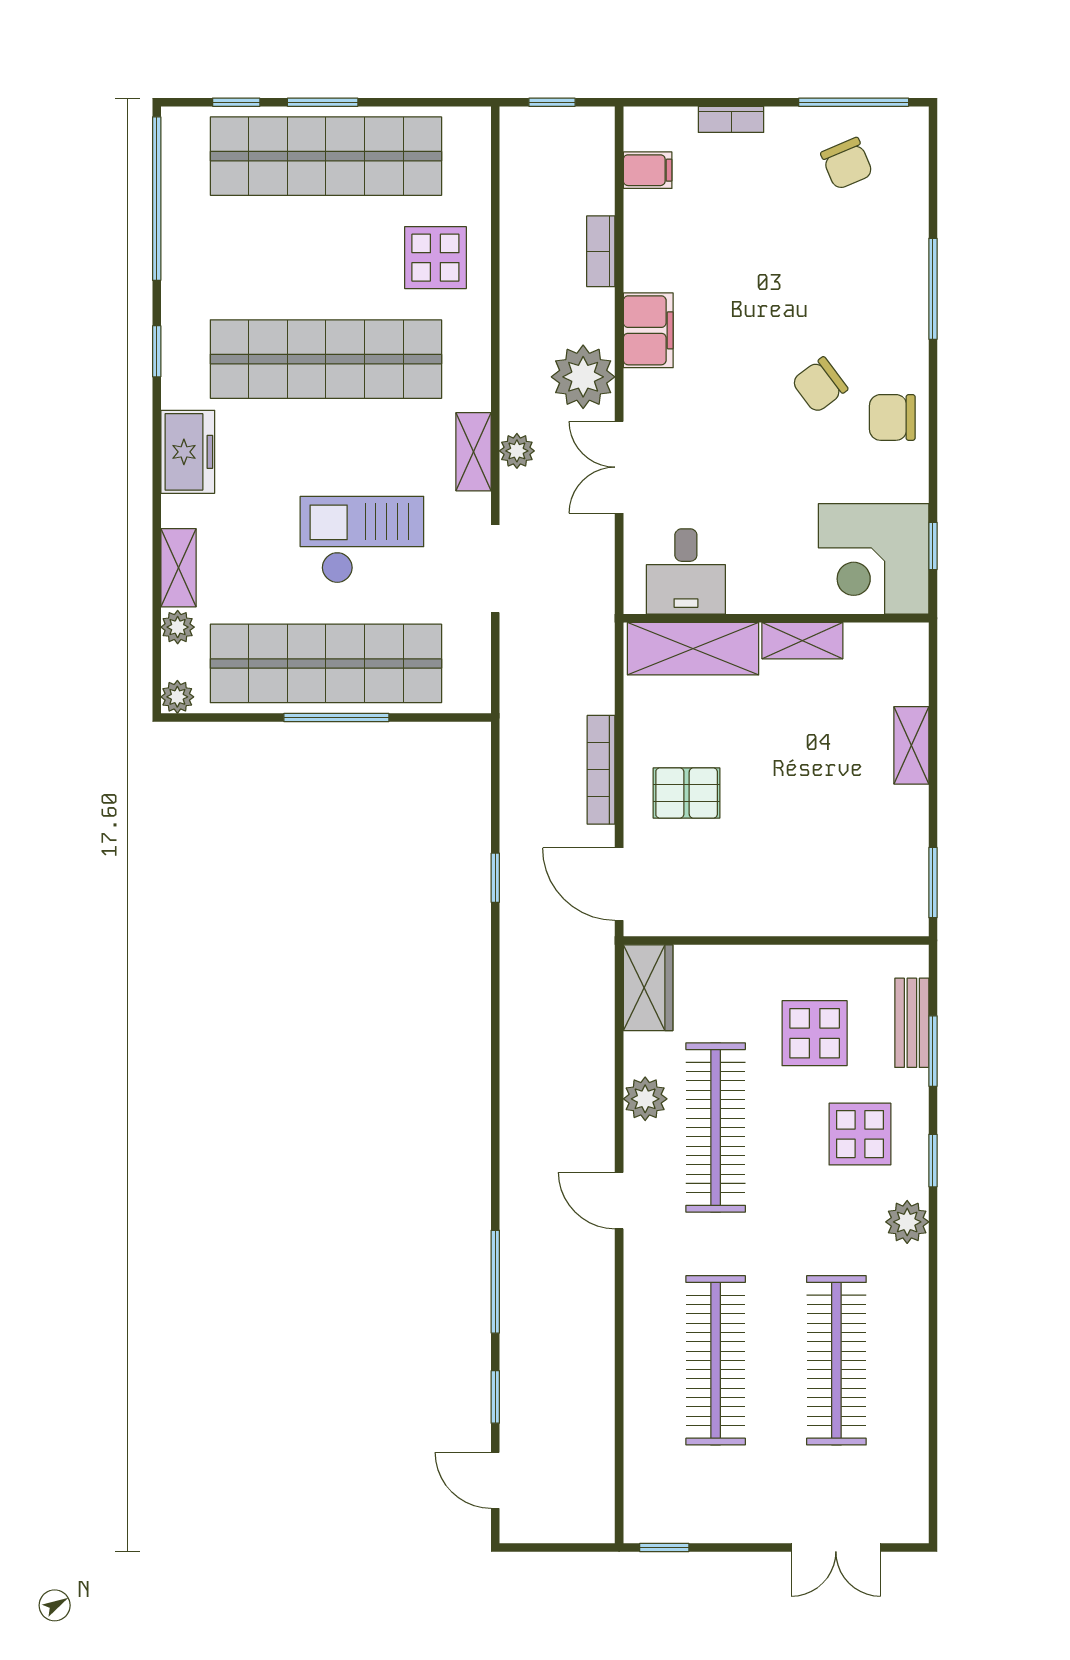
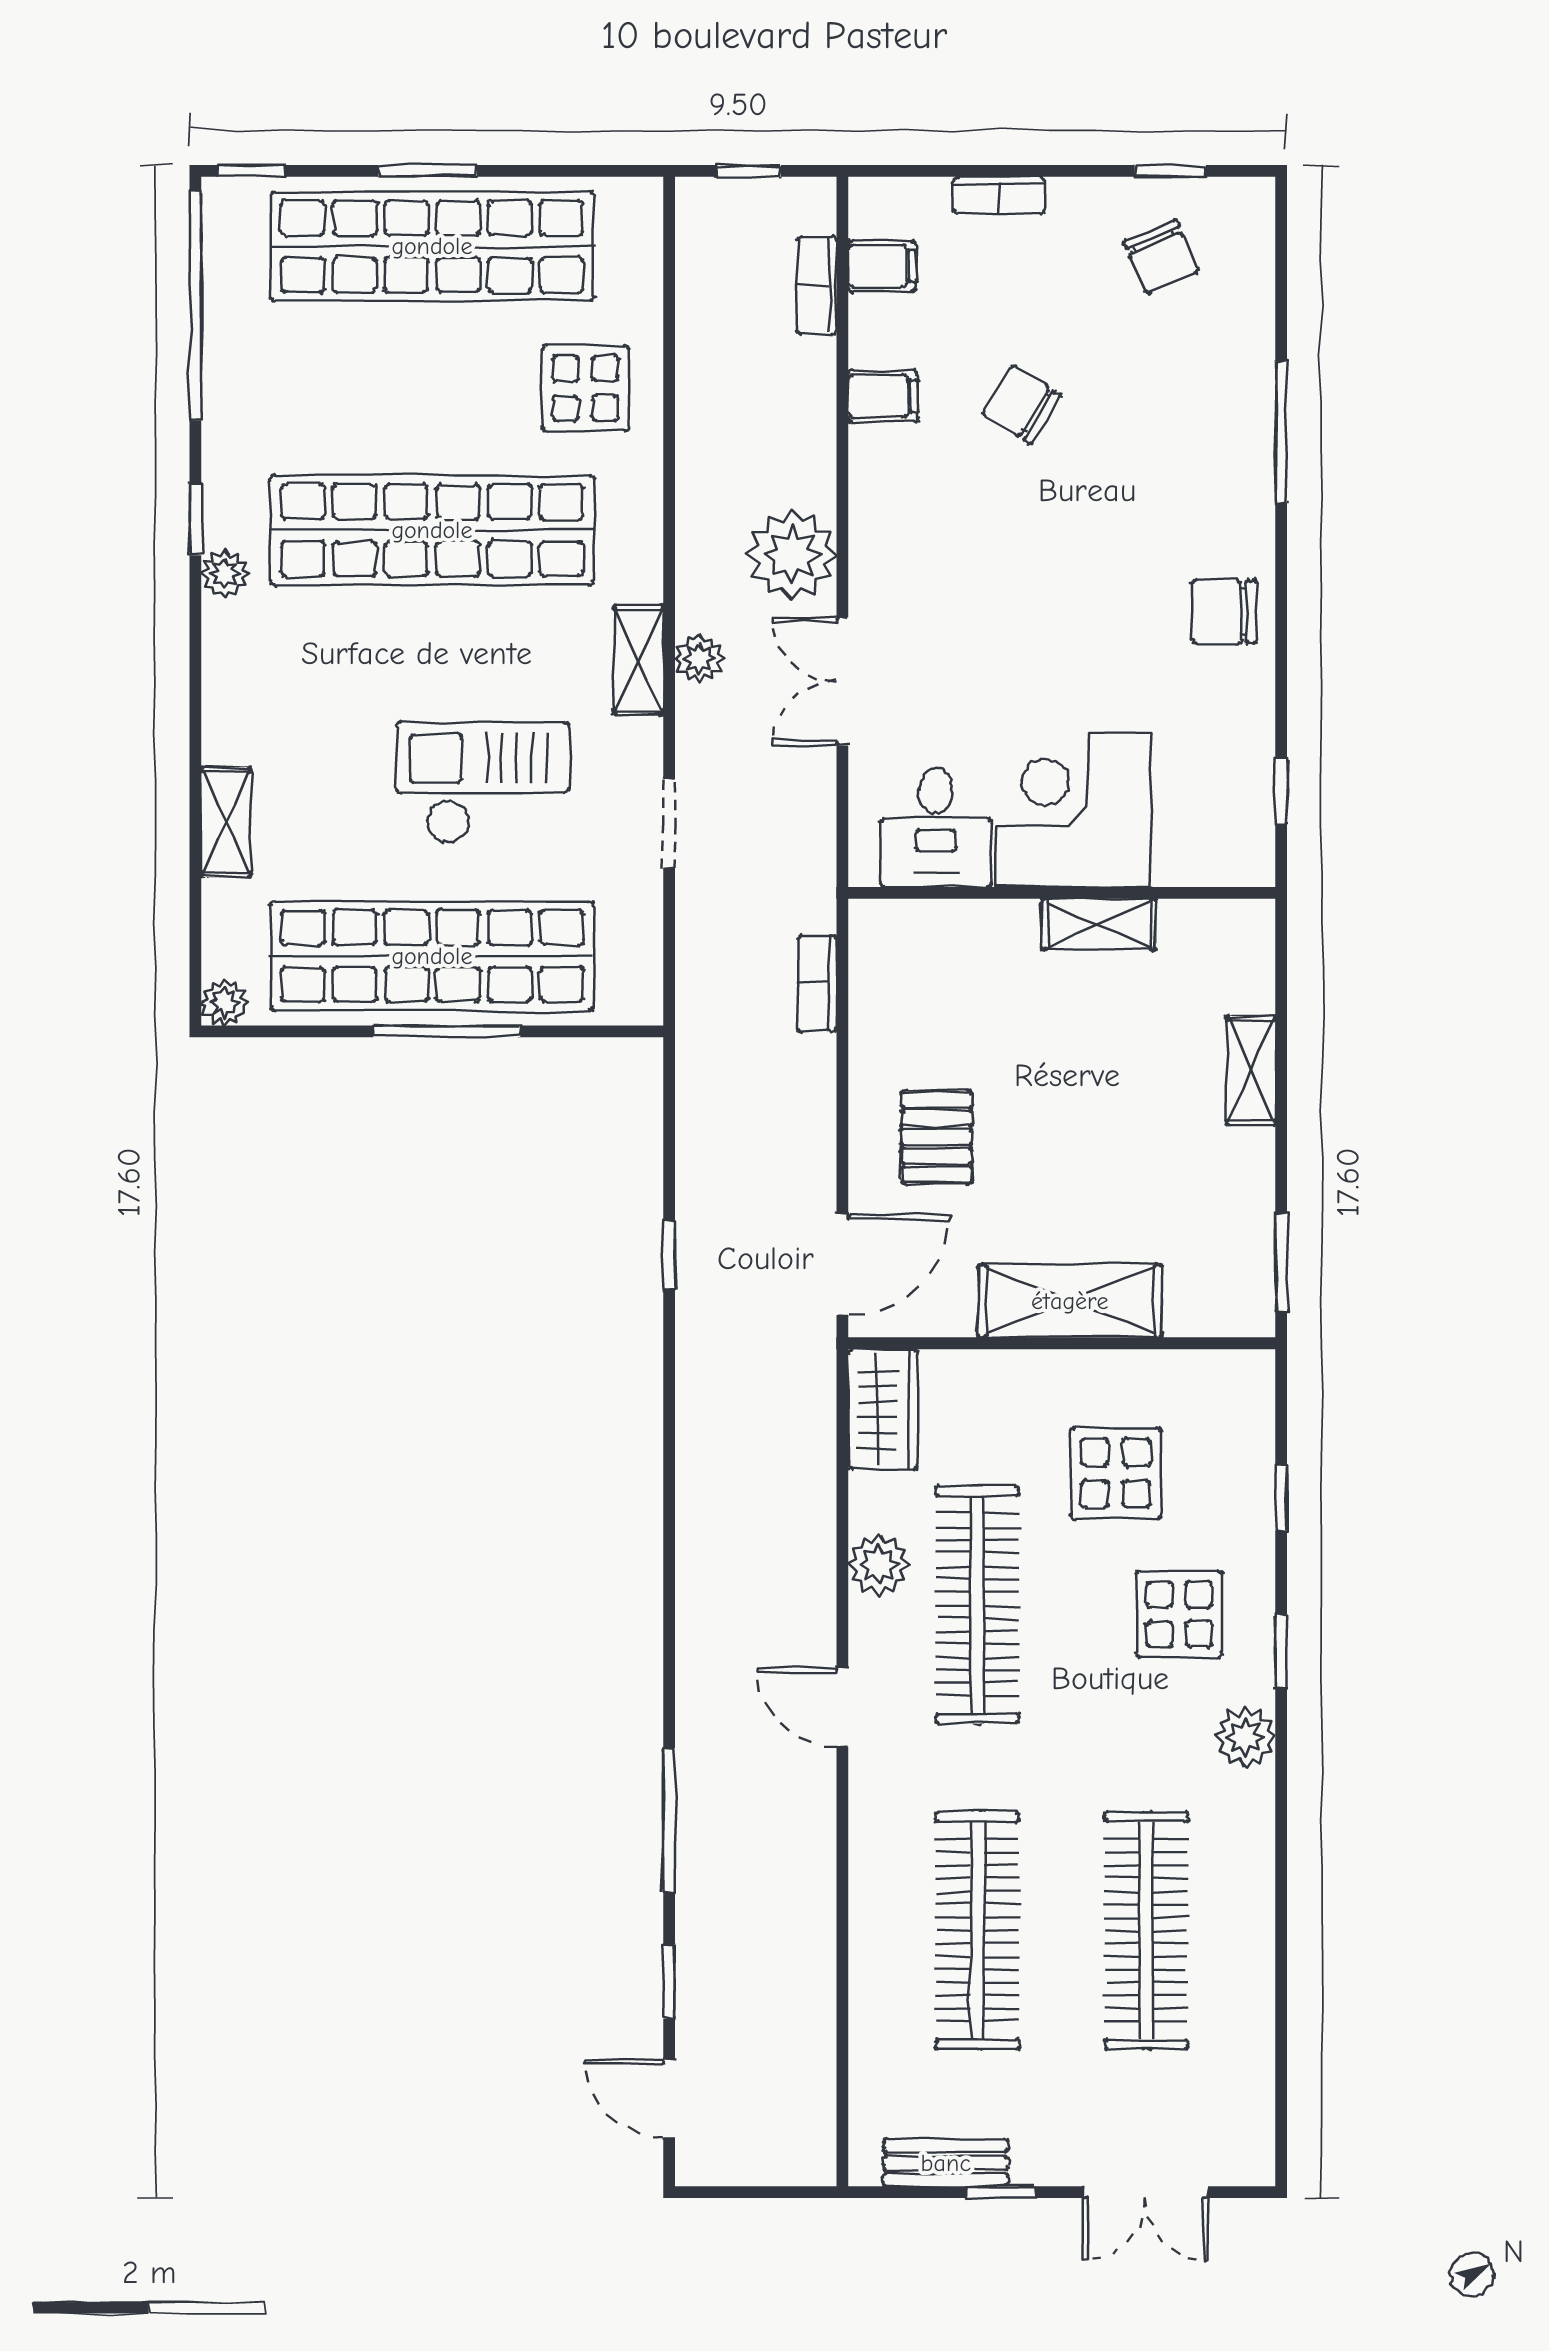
window: (236, 102) -> (251, 171), moved
window: (854, 102) -> (1170, 171), width x0.46
bookcase: (601, 251) -> (817, 285), moved
filing cabinet: (648, 330) -> (883, 396), moved, width x0.50
chair: (820, 385) -> (1022, 404), moved, turned 69
freezer: (188, 452) -> (239, 660), removed
corner desk: (874, 559) -> (1073, 810), moved, turned 90
doorway: (495, 569) -> (669, 824), width x0.73
plant: (178, 627) -> (225, 574), moved
shelving: (693, 649) -> (1070, 1301), moved
bookcase: (601, 770) -> (817, 984), moved, width x0.64
pallet: (687, 793) -> (937, 1137), turned 90
door: (619, 884) -> (842, 1265), swing flipped
bench: (912, 1023) -> (946, 2163), moved, turned 90
window: (933, 1051) -> (1281, 1498), width x0.67
window: (664, 1547) -> (1001, 2192), moved

